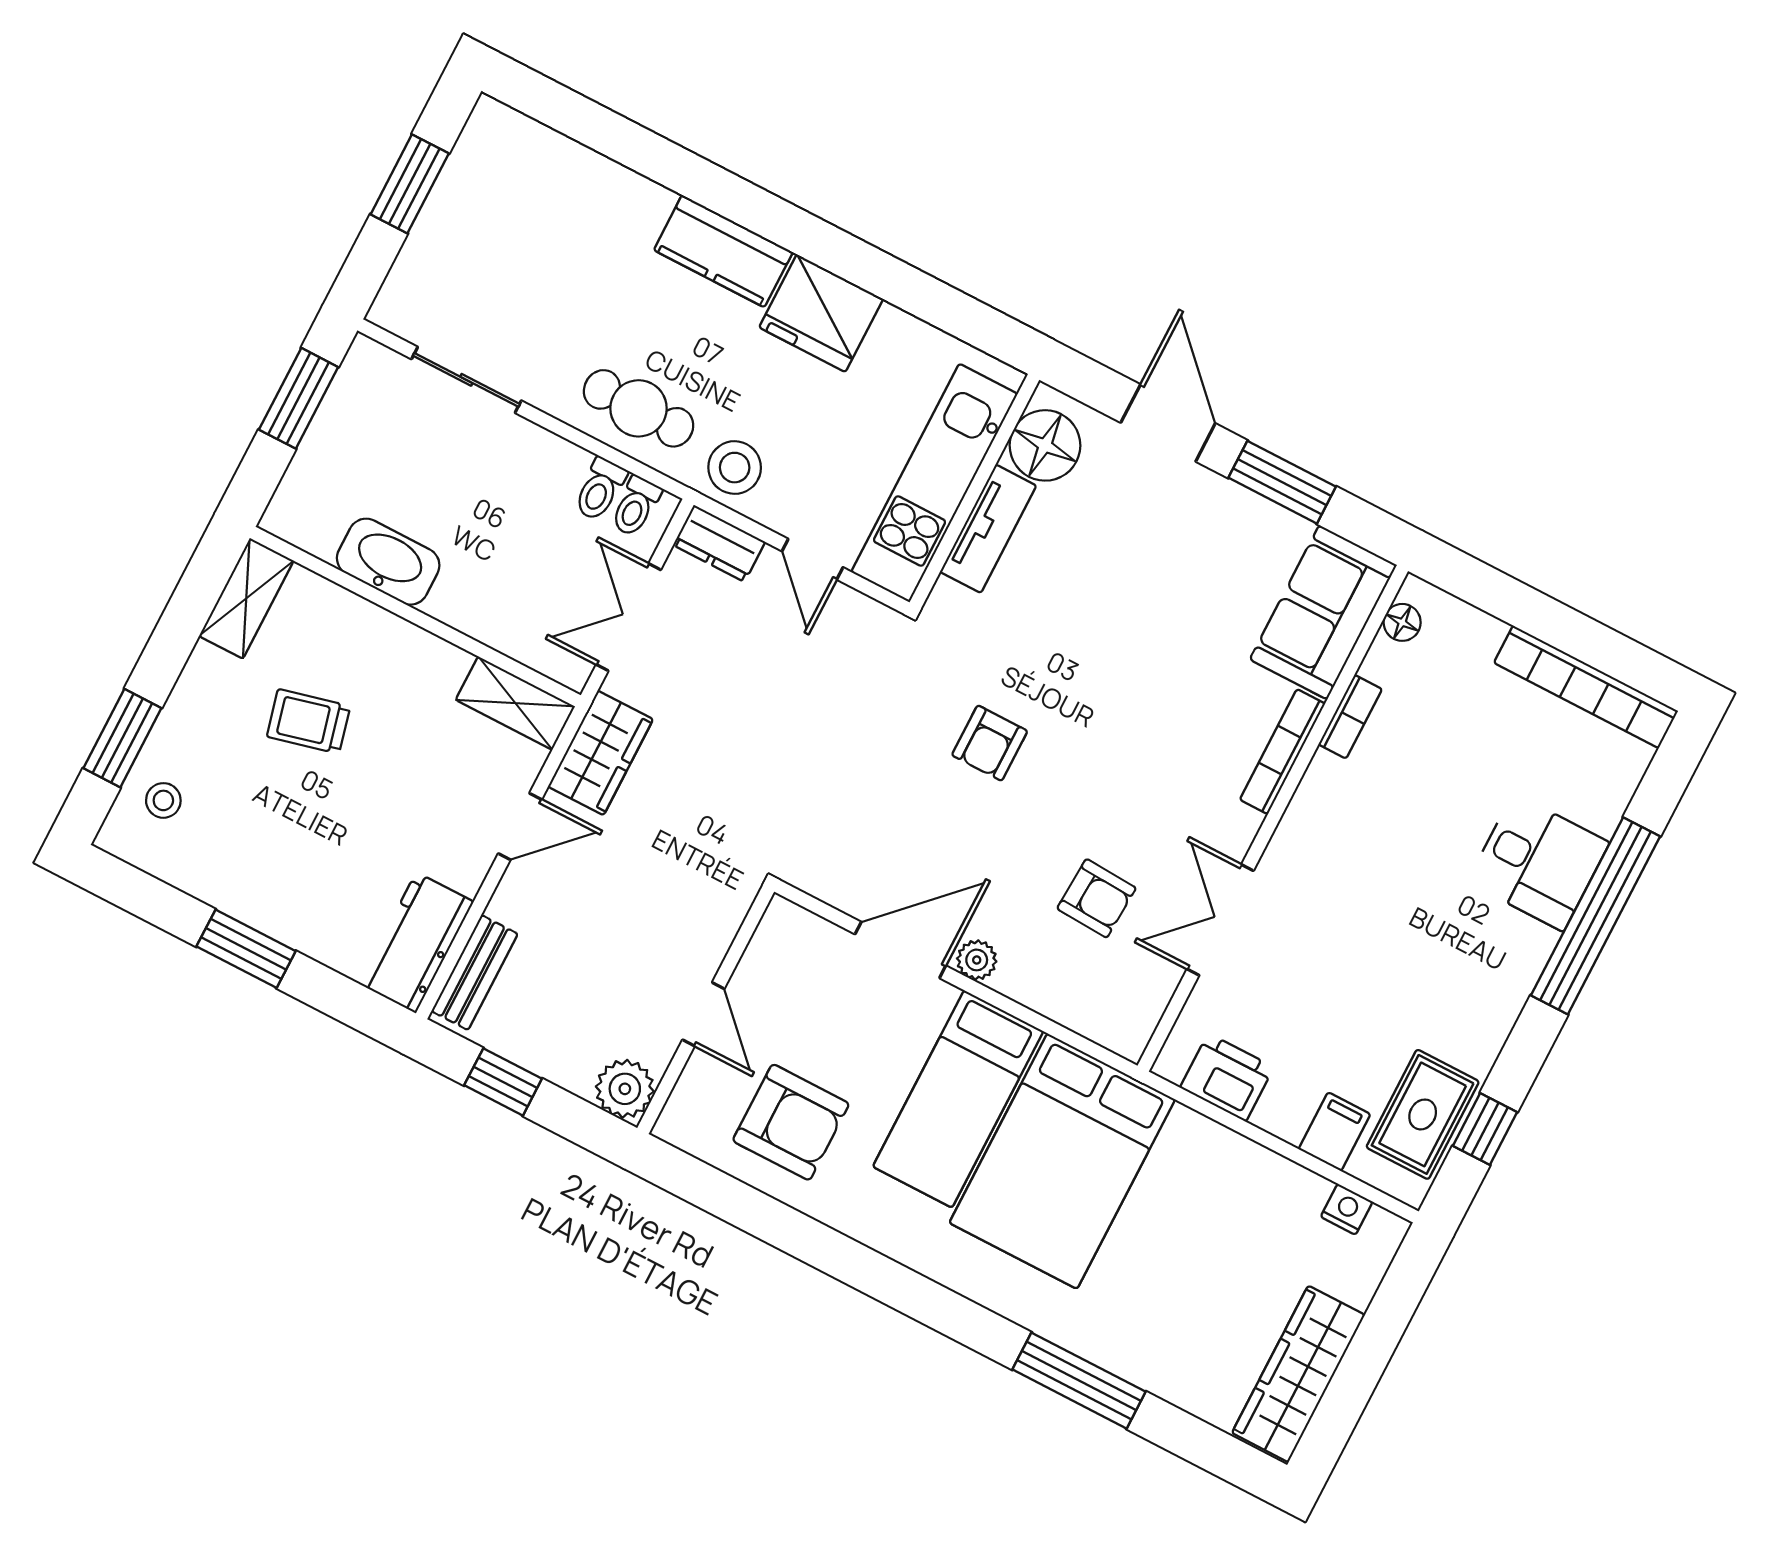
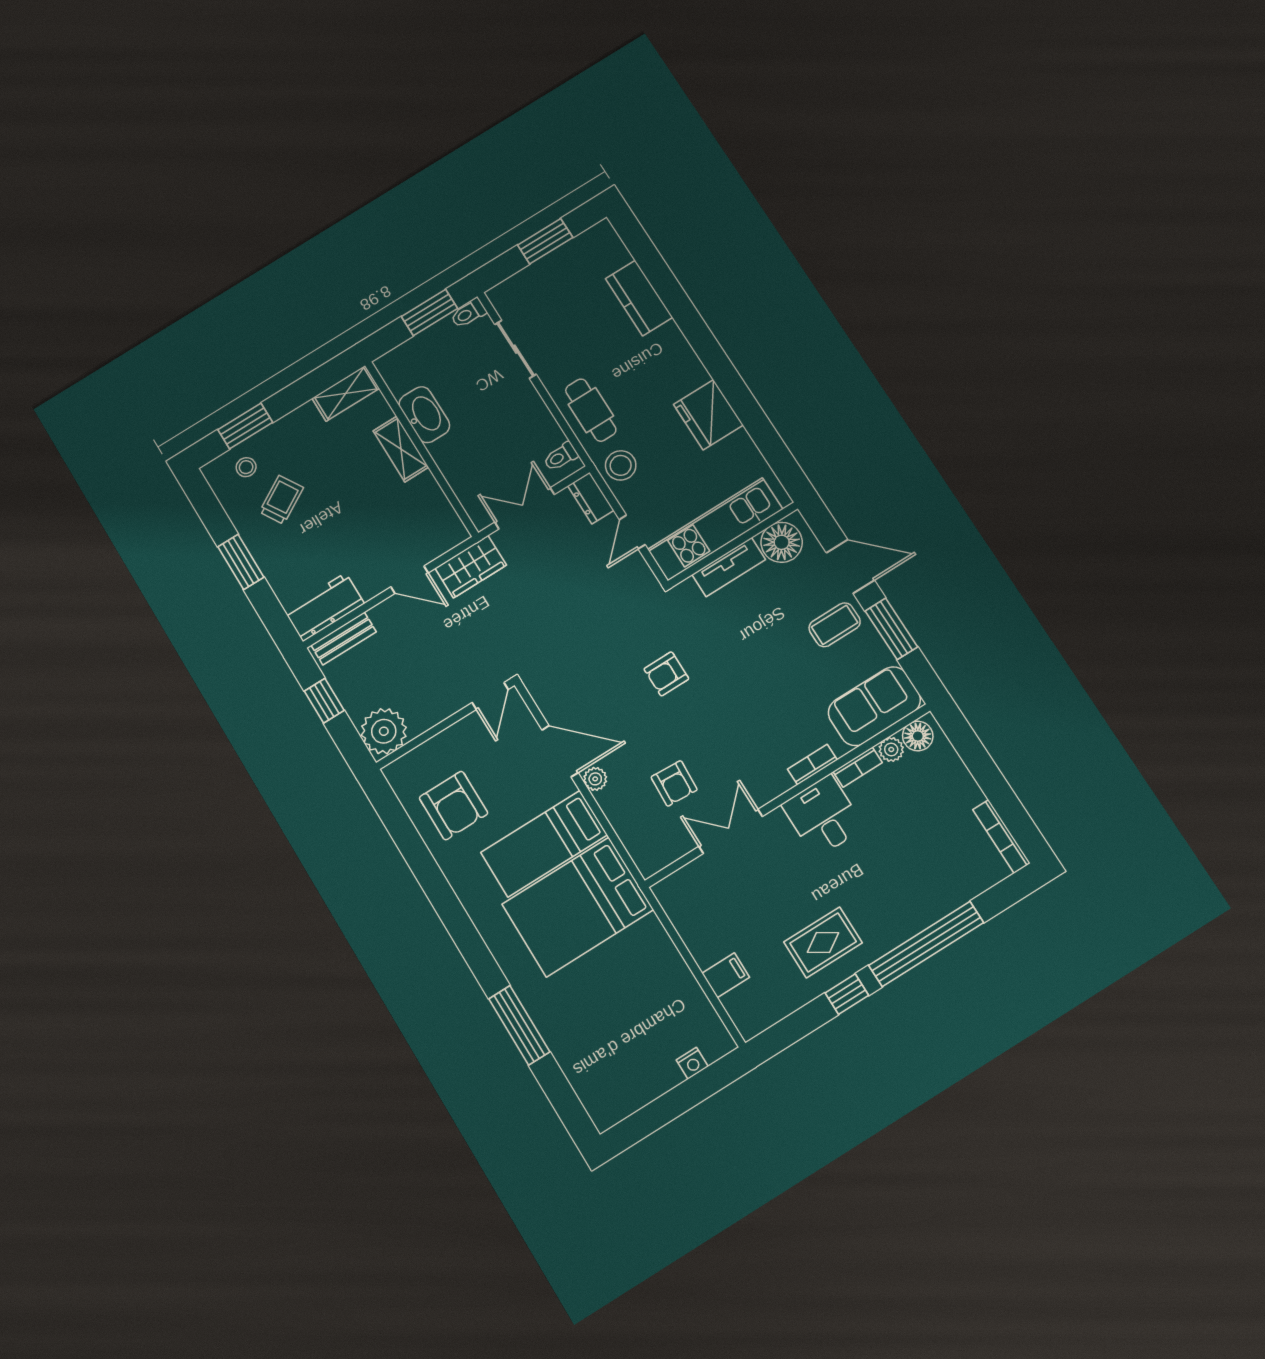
kitchen counter: (723, 251) -> (639, 298), moved
door: (1168, 423) -> (850, 566), hinge flipped
toilet: (600, 489) -> (469, 313), moved
coffee table: (1195, 525) -> (835, 625), added
floor lamp: (1402, 622) -> (918, 736), width x1.37, depth x1.37
plant: (1384, 662) -> (891, 749), added
bookcase: (1586, 687) -> (1001, 836), width x0.68, depth x0.76
shelving: (515, 703) -> (401, 449), moved
trolley: (309, 721) -> (281, 500), moved, turned 73
bookcase: (1282, 752) -> (812, 765), width x0.64
desk: (1538, 862) -> (823, 816), moved, turned 180
door: (703, 1014) -> (490, 696), moved
printer: (1227, 1077) -> (687, 914), removed
plant: (625, 1089) -> (384, 731), width x1.36, depth x1.36
rug: (1423, 1114) -> (823, 942), moved
window: (1485, 1129) -> (847, 994), moved
nightstand: (1347, 1209) -> (692, 1063), moved, turned 90
wardrobe: (1298, 1374) -> (634, 1091), removed

